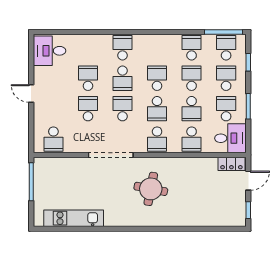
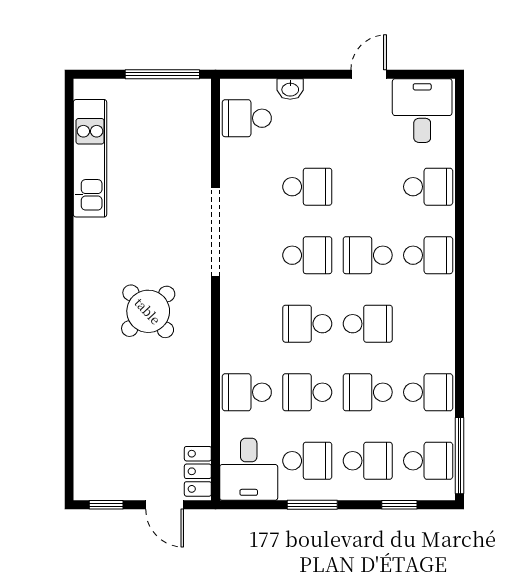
school desk: (88, 78) -> (428, 187), moved
school desk: (192, 78) -> (368, 392), turned 180
door: (31, 94) -> (369, 74), moved
washbasin: (39, 117) -> (290, 89), added
school desk: (157, 139) -> (247, 324), removed
round table: (151, 189) -> (148, 311), turned 36

